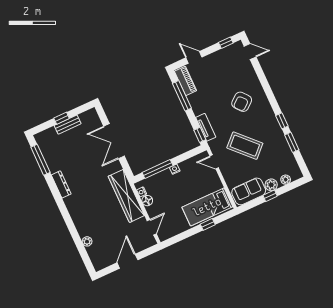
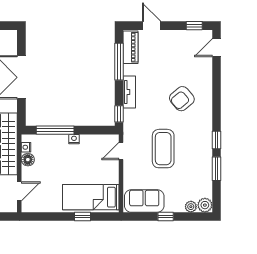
door: (250, 52) -> (216, 48), swing flipped
tv unit: (206, 127) -> (129, 92), moved
coffee table: (245, 146) -> (163, 149), turned 44
door: (214, 162) -> (121, 151), hinge flipped
plant: (271, 185) -> (205, 205), moved

